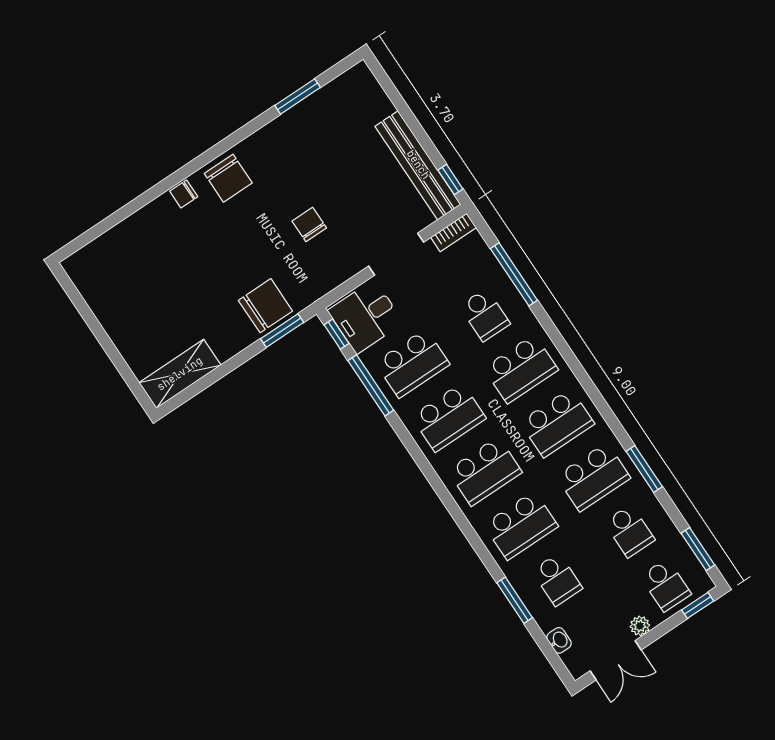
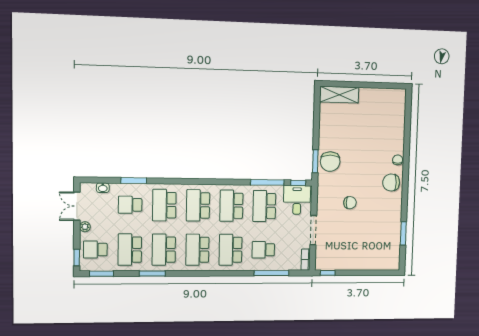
bench: (418, 165) -> (343, 263), removed
shelving: (180, 374) -> (339, 95), moved, turned 90
school desk: (629, 531) -> (130, 250), width x1.85

